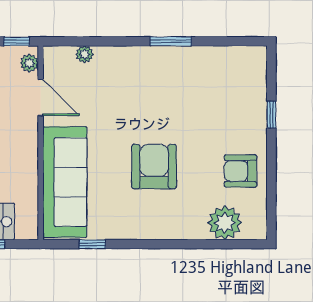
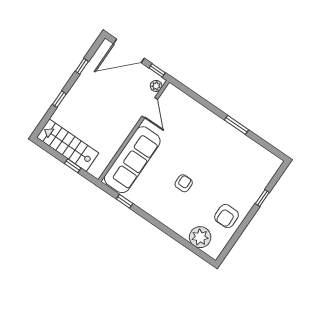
plant: (85, 54) -> (188, 101), removed
armchair: (154, 167) -> (184, 183), width x0.53, depth x0.53
armchair: (241, 171) -> (226, 216), turned -90

